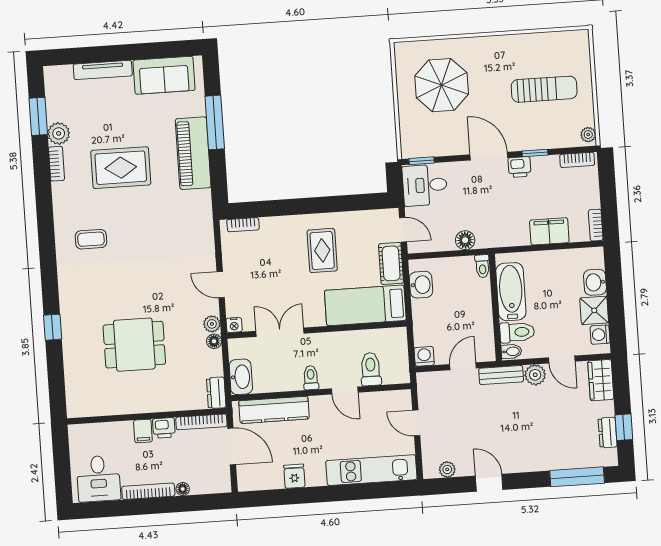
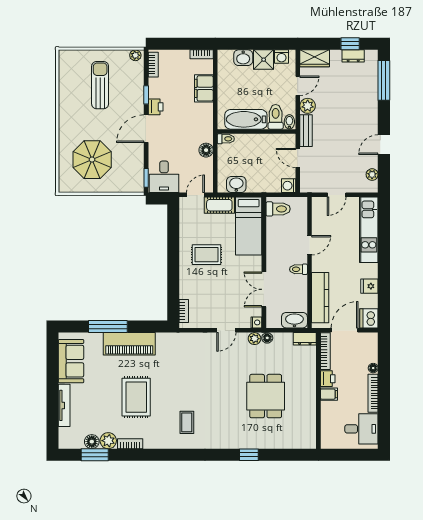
floor lamp: (56, 111) -> (92, 442), added
toilet: (371, 369) -> (278, 209), moved, turned 180
dishwasher: (250, 479) -> (369, 318), added

